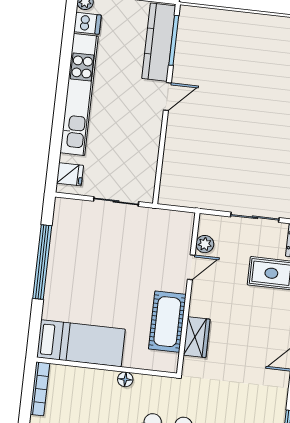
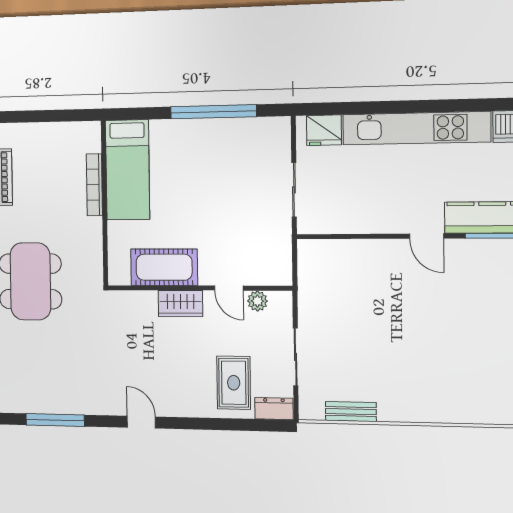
fridge: (70, 174) -> (324, 130), width x1.38
wardrobe: (197, 337) -> (180, 304), moved
floor lamp: (125, 379) -> (94, 226), removed
bookcase: (40, 389) -> (94, 185), moved, turned 90

